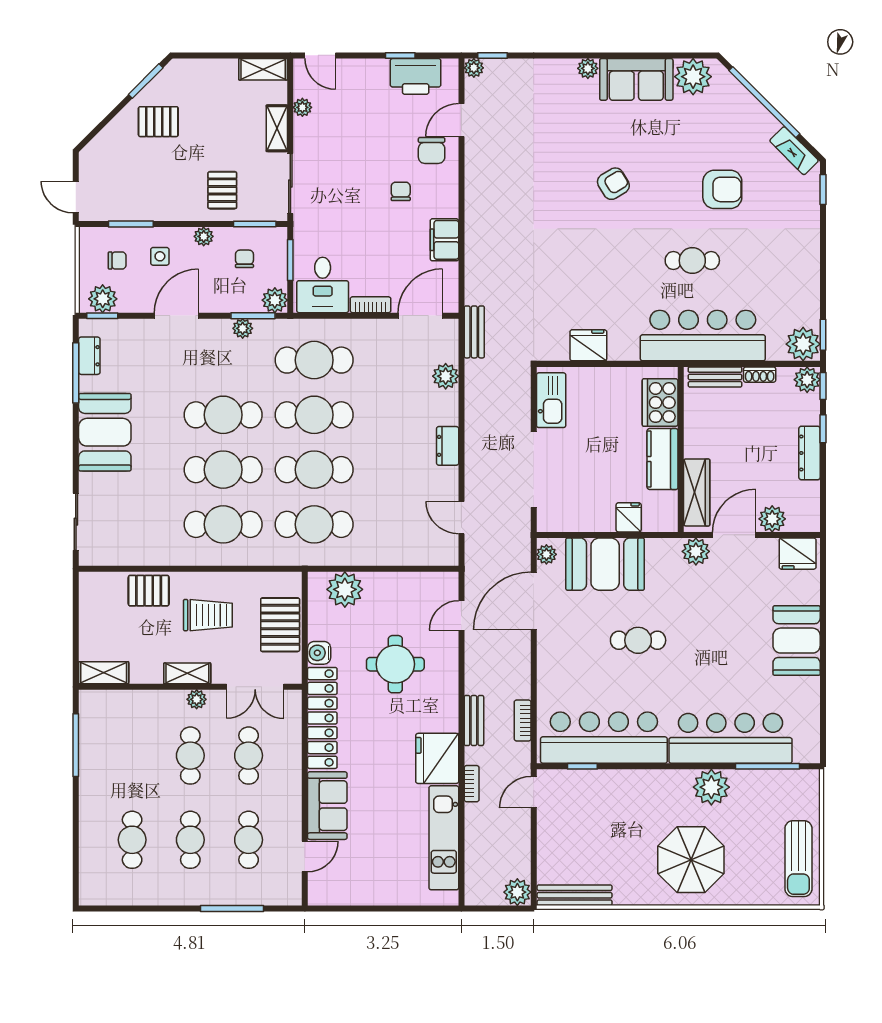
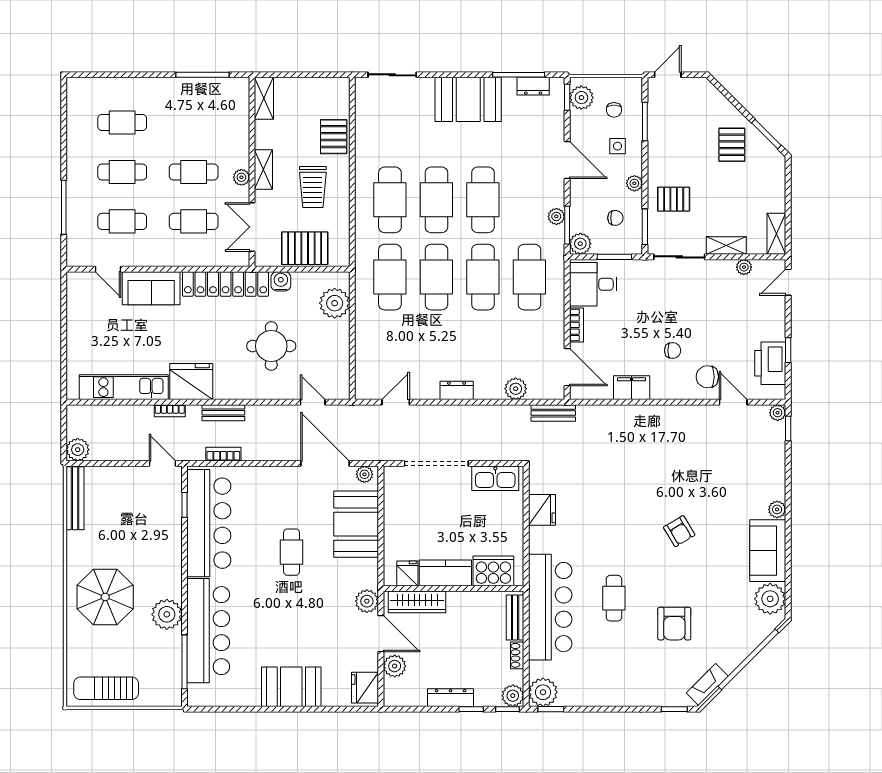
fridge: (629, 517) -> (407, 573), moved, turned -90

